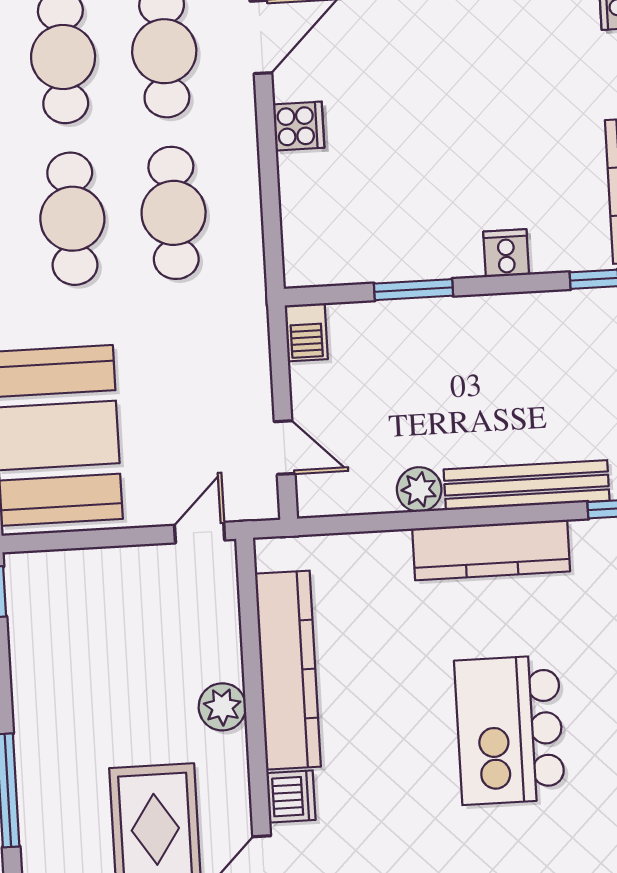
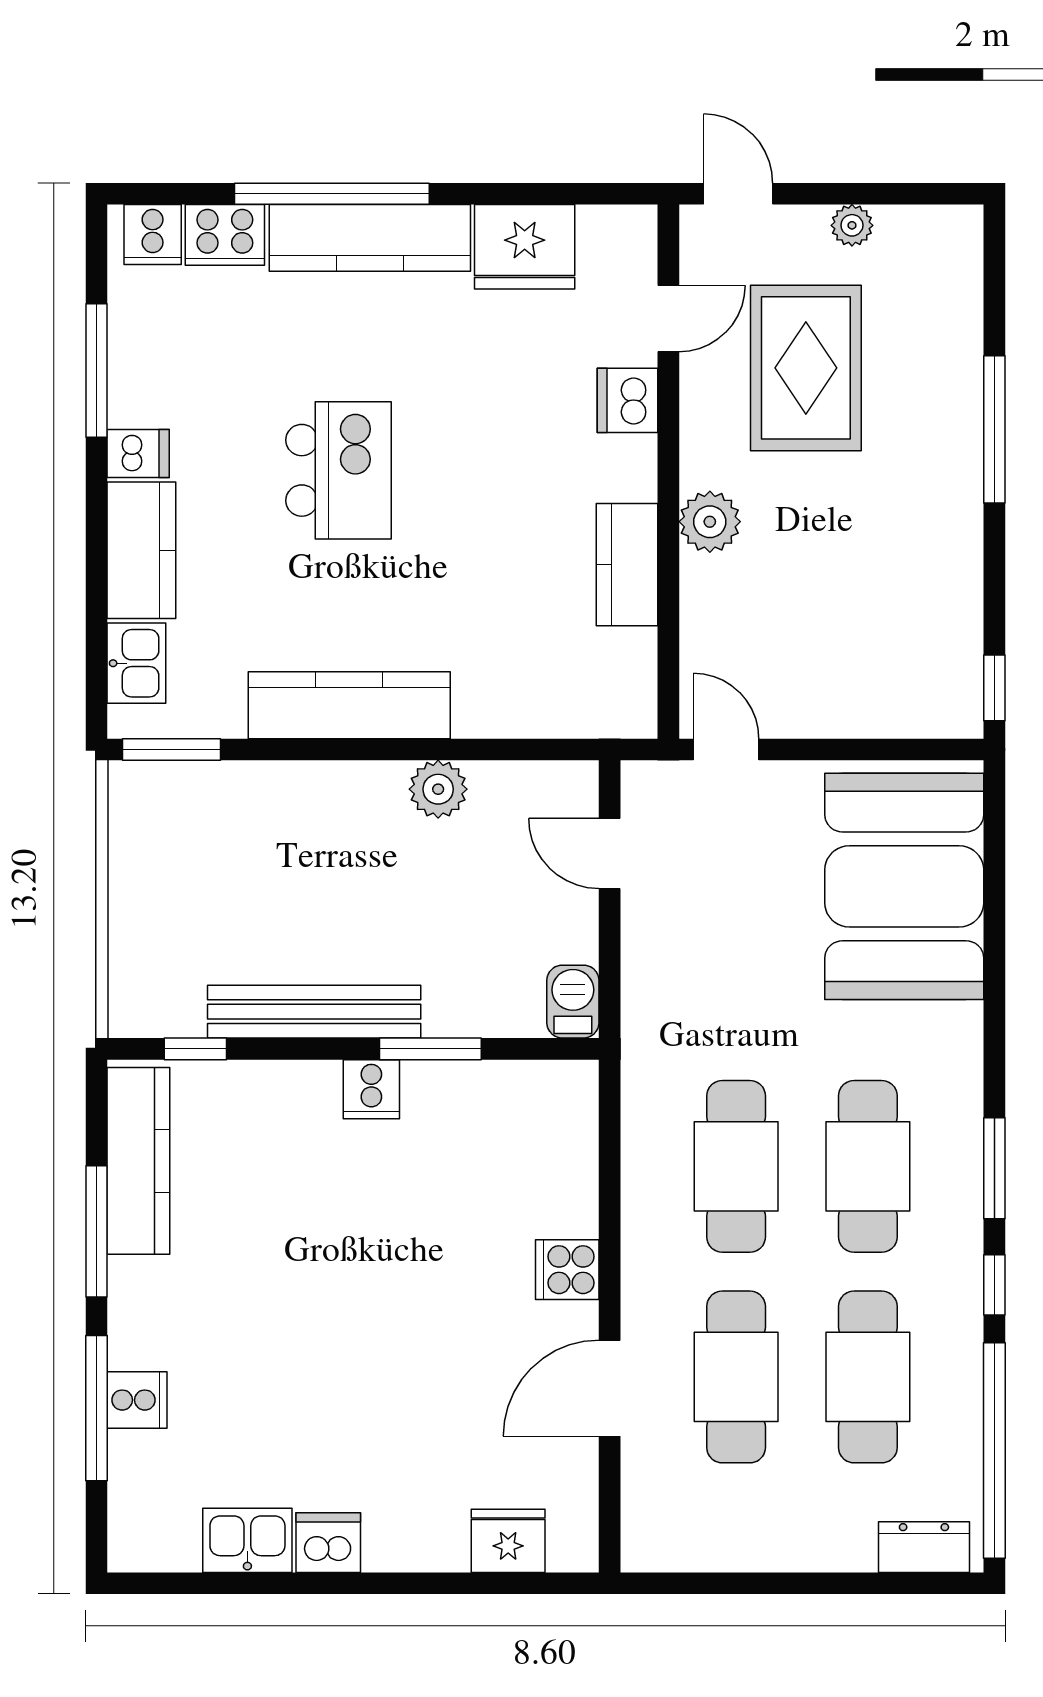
cooker: (506, 253) -> (371, 1089), moved
bench: (527, 485) -> (314, 1012), moved
door: (200, 533) -> (726, 750), swing flipped
kitchen counter: (288, 670) -> (627, 565), width x0.48, depth x0.86
kitchen island: (510, 730) -> (339, 470), width x0.73, depth x0.78

